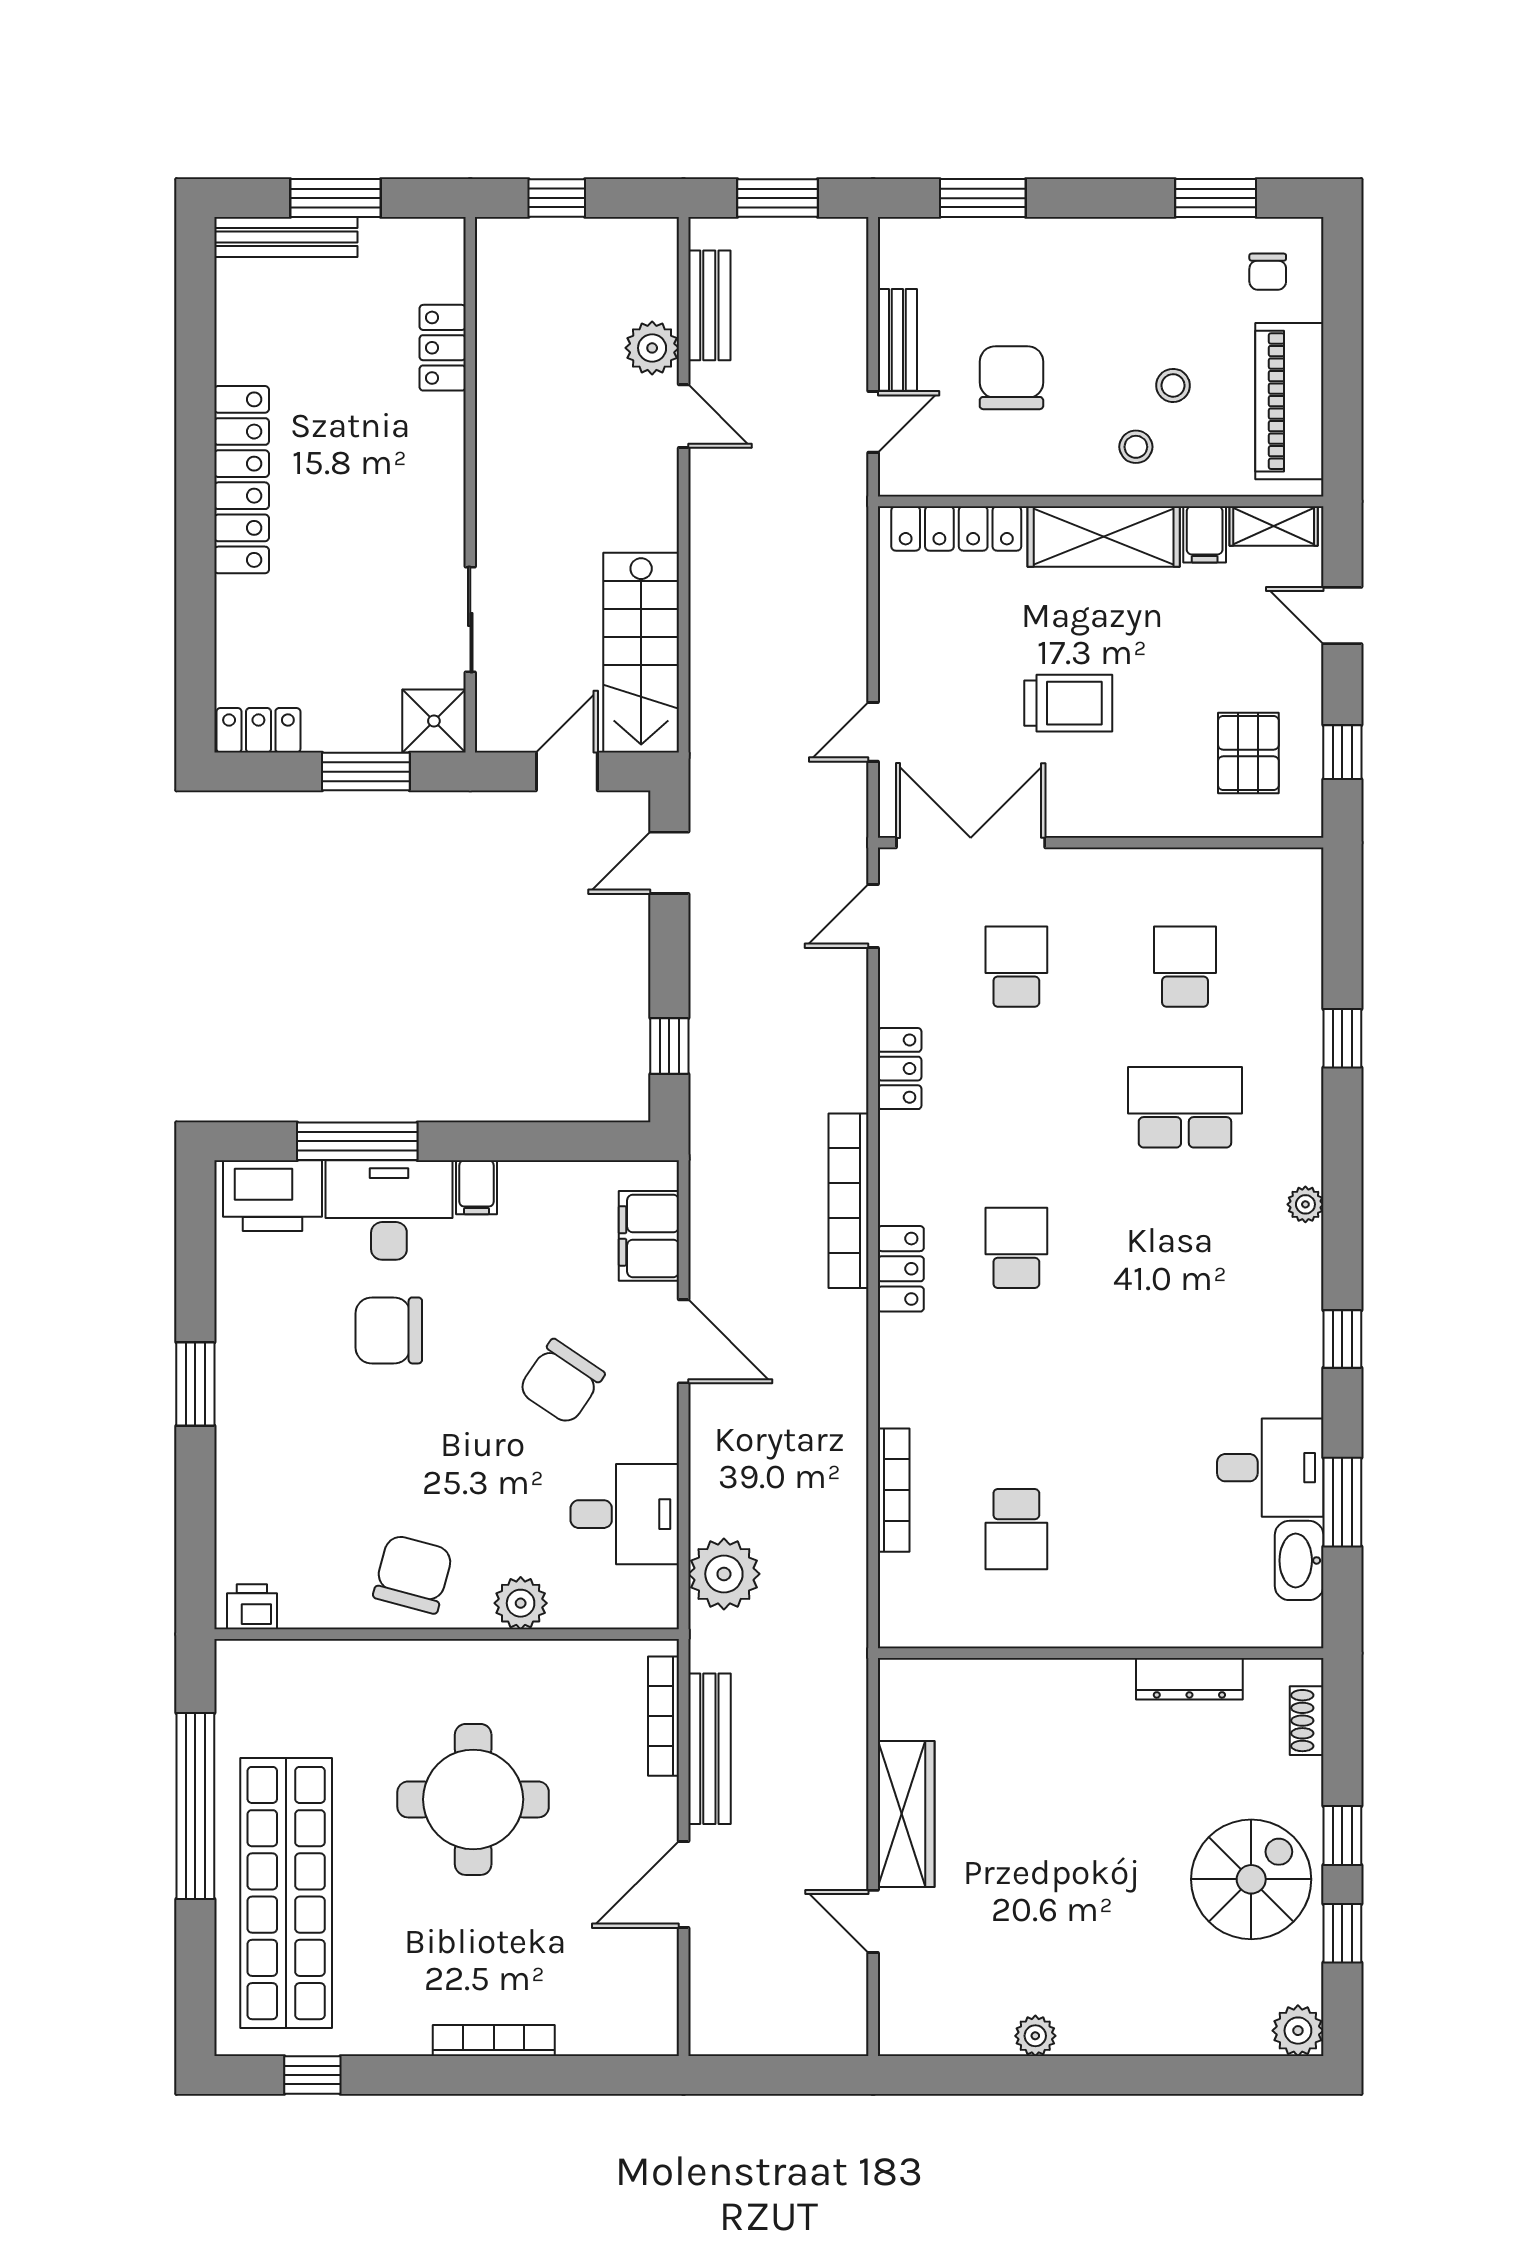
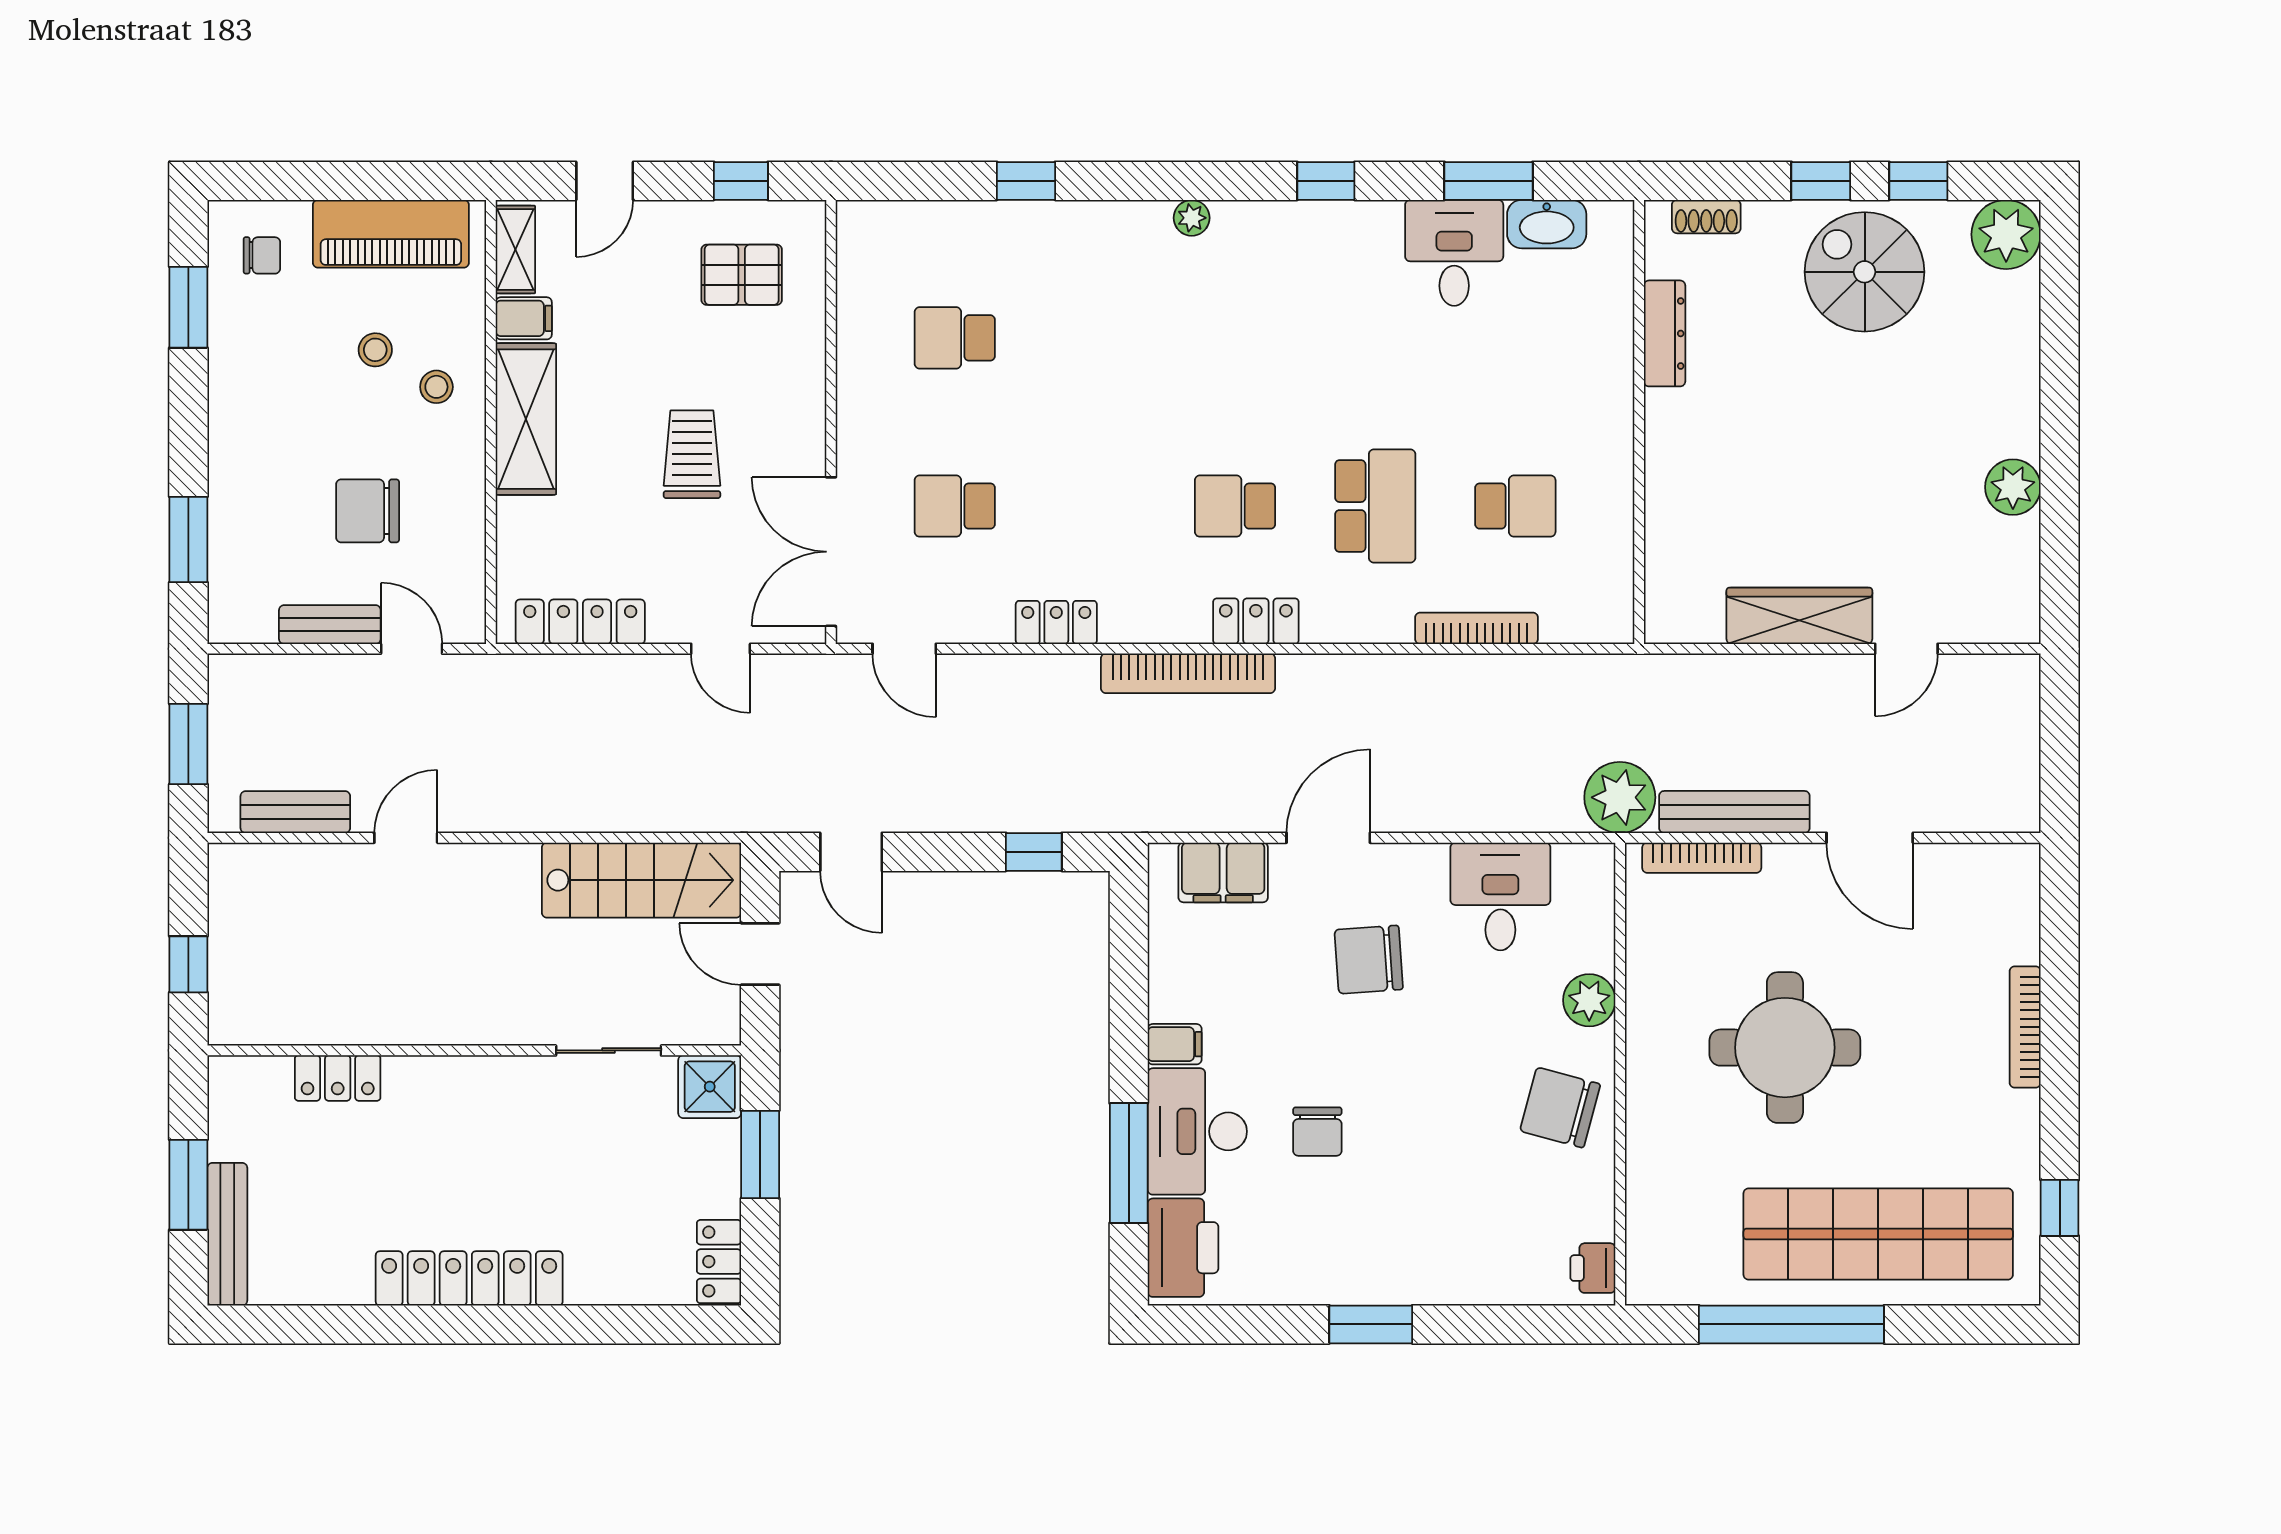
plant: (652, 348) -> (338, 869), removed
locker: (956, 528) -> (580, 622), moved, turned -90
school desk: (1185, 1107) -> (1375, 506), moved, turned 180
chair: (389, 1330) -> (1317, 1132), width x0.73, depth x0.73
chair: (561, 1382) -> (1369, 960), turned 142
plant: (724, 1574) -> (1620, 797), moved
plant: (1298, 2031) -> (2006, 234), width x1.36, depth x1.36
plant: (1035, 2036) -> (2013, 487), width x1.38, depth x1.38

